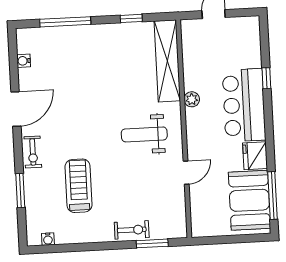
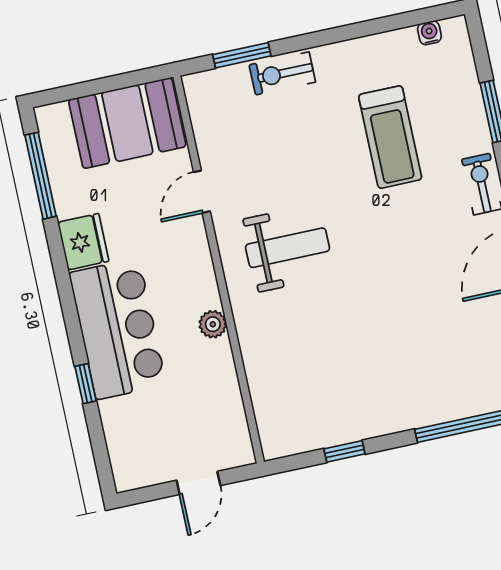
shelving: (167, 61) -> (268, 386), removed
booth: (249, 200) -> (127, 123), moved, turned 90

